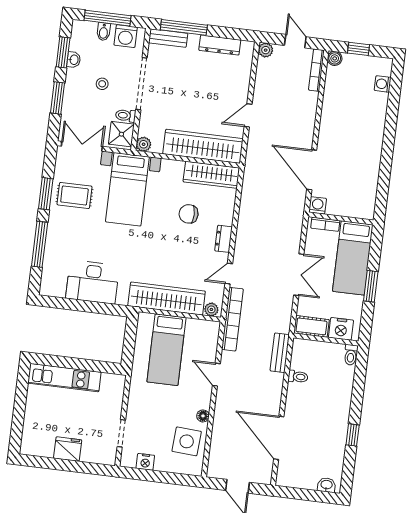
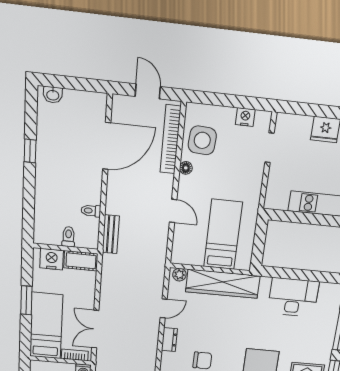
double door: (299, 275) -> (95, 329), moved
bookcase: (232, 319) -> (170, 140), moved
toilet: (351, 355) -> (68, 237), moved
door: (279, 438) -> (107, 146), hinge flipped

